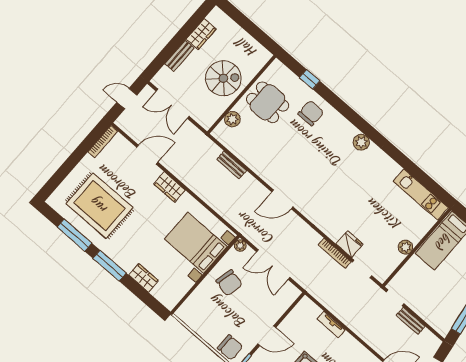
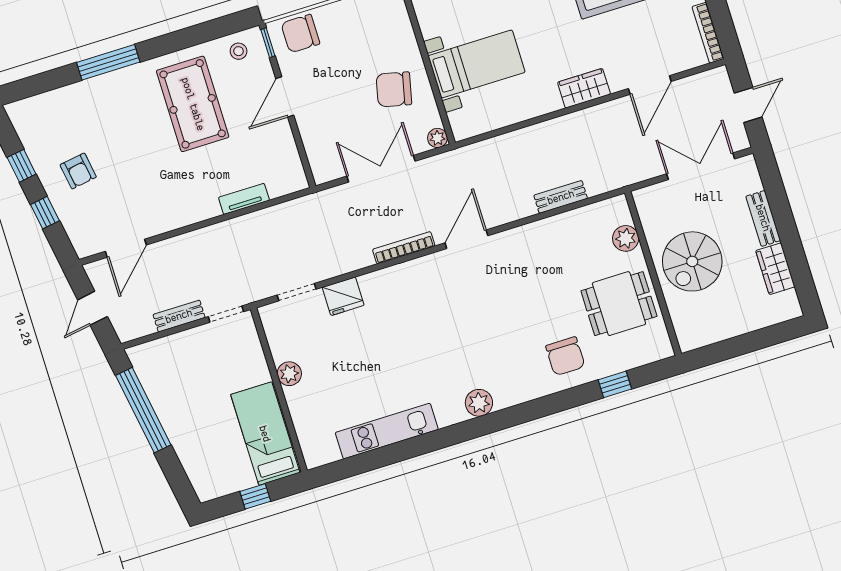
kitchen unit: (421, 195) -> (387, 431), moved
bed with nightstands: (196, 243) -> (477, 64), width x0.73
bookcase: (335, 253) -> (404, 248), moved

